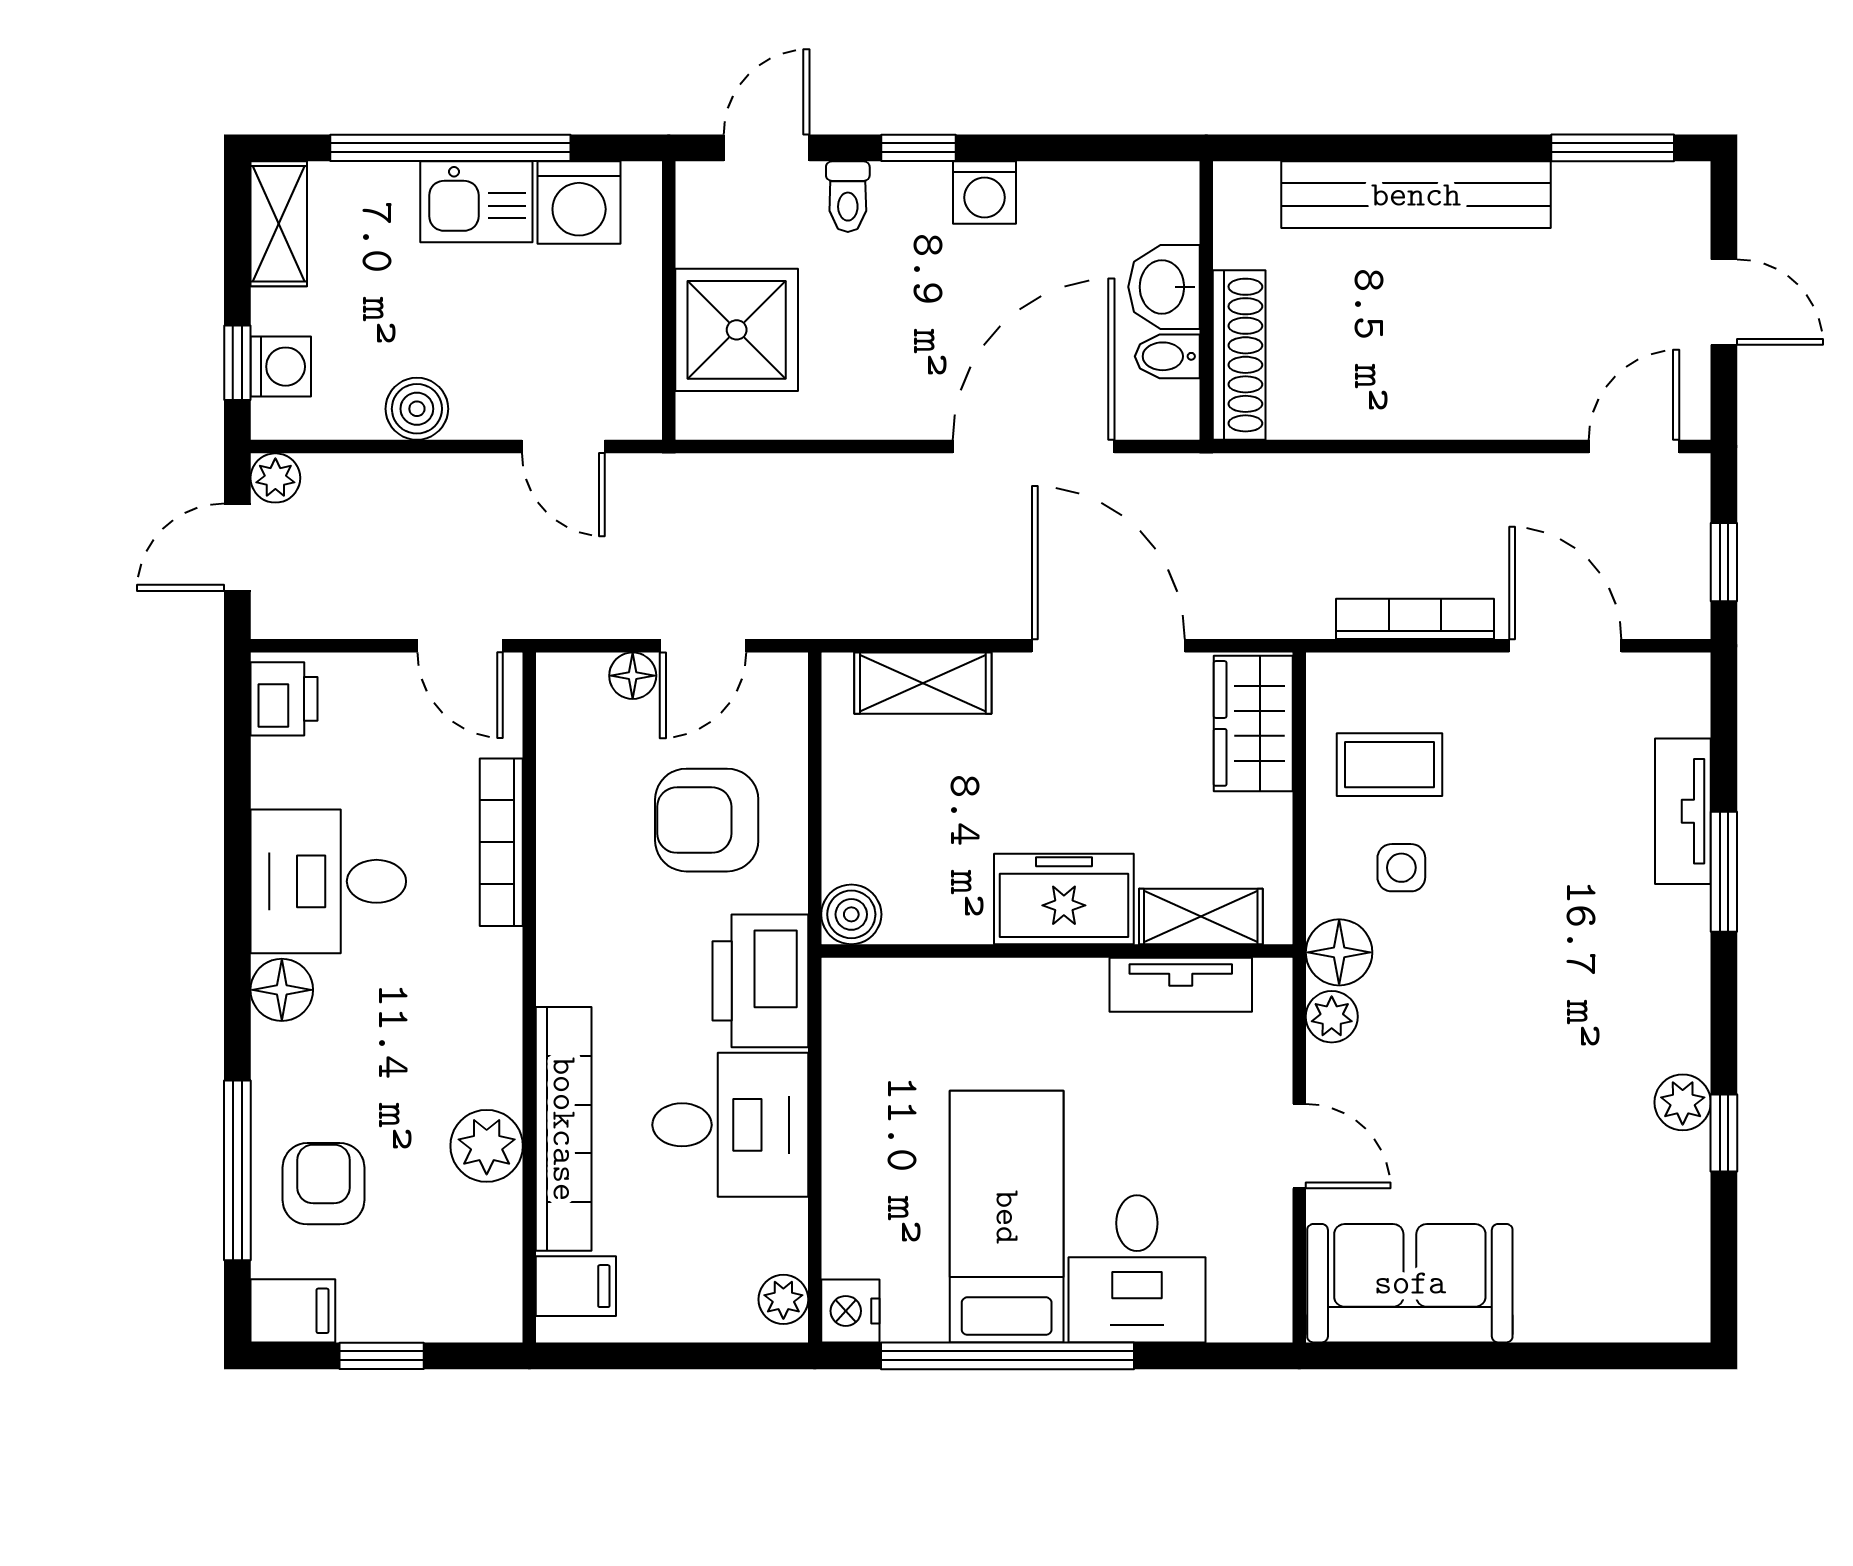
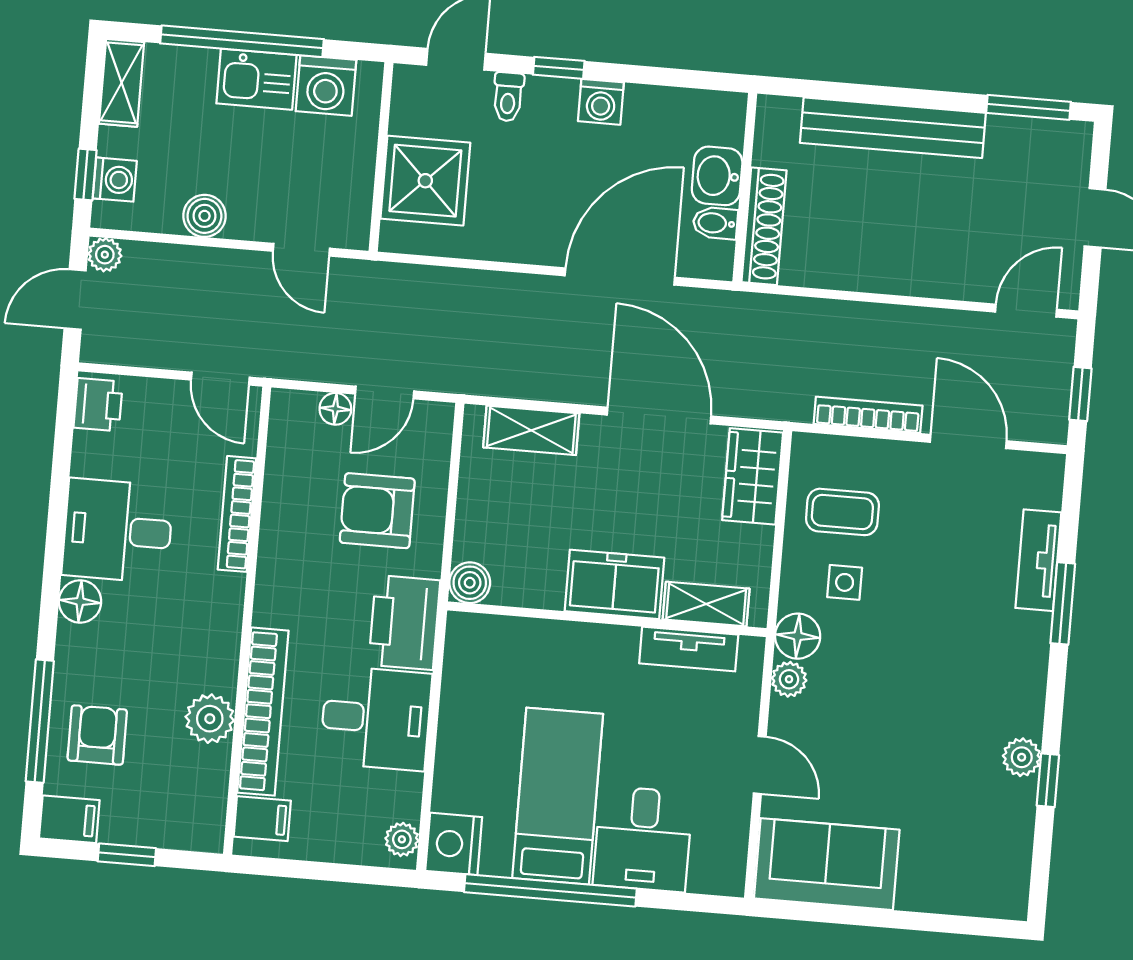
nightstand: (850, 1311) -> (454, 844), width x1.36, depth x1.33

